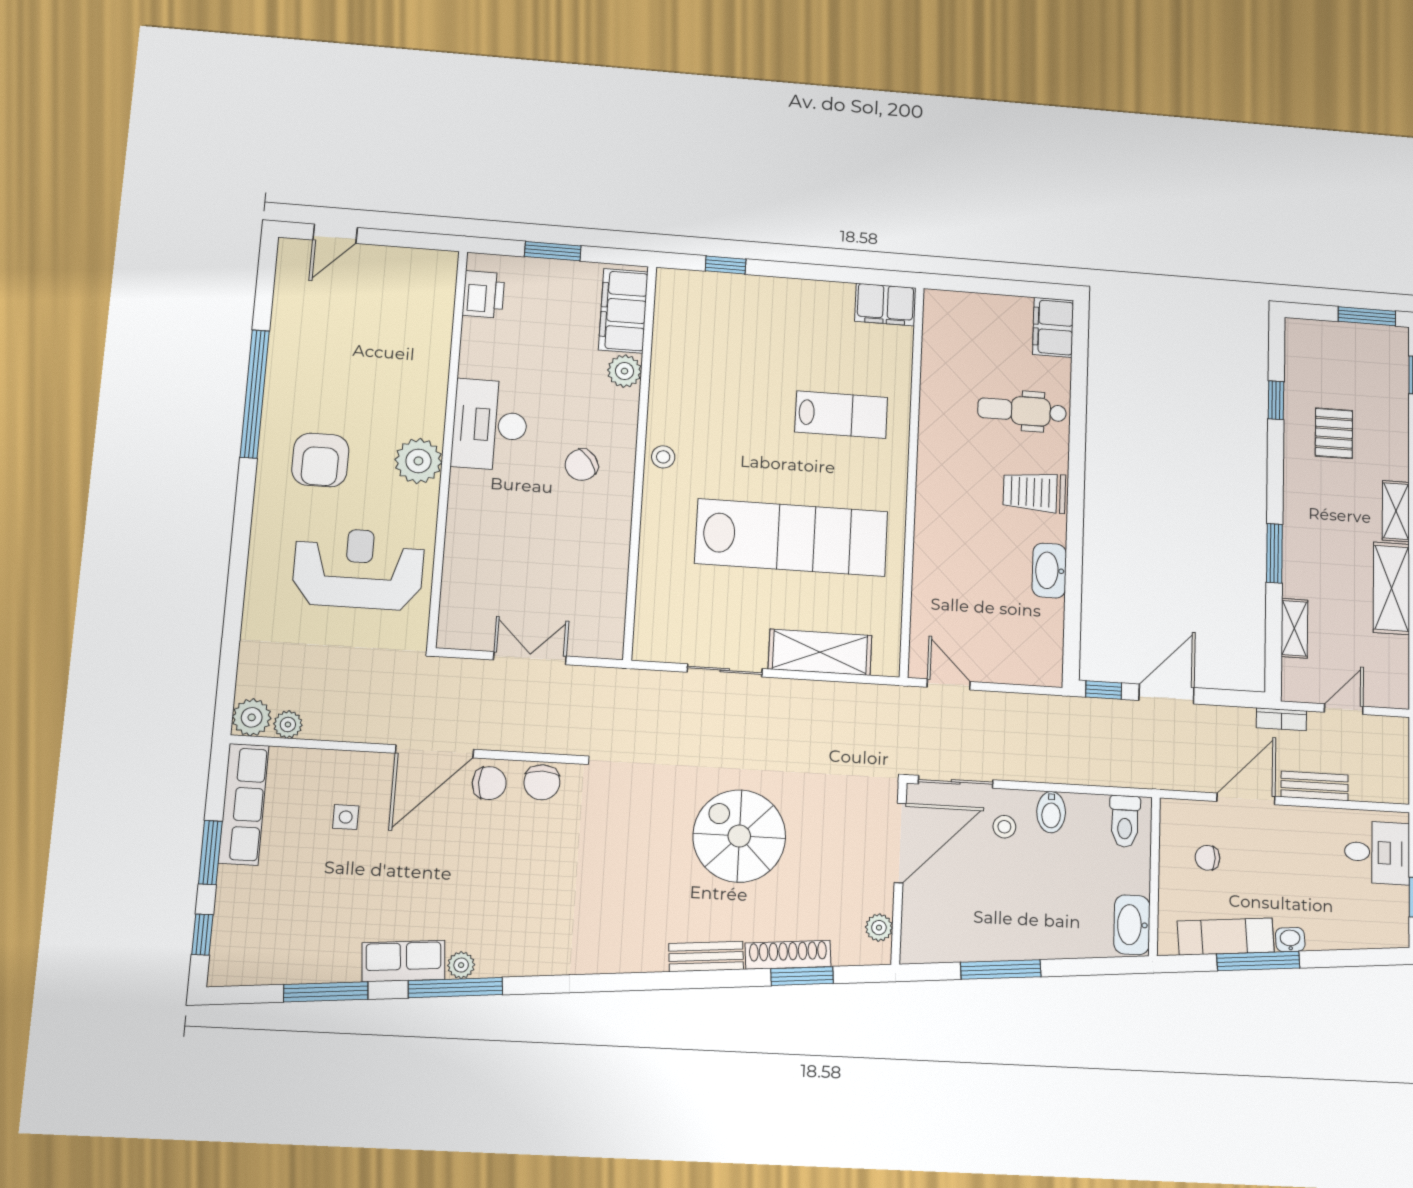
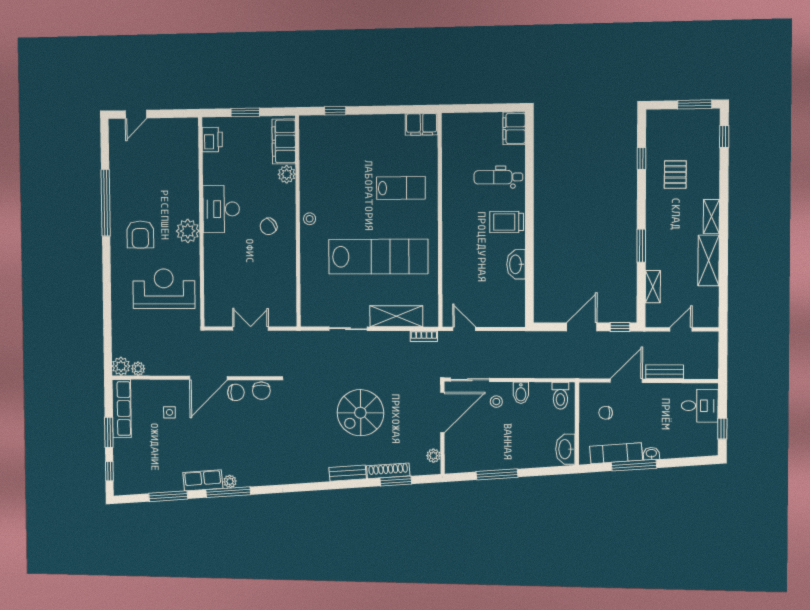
window: (1104, 690) -> (620, 327), moved
bookcase: (1281, 719) -> (424, 336), moved
spiral stairs: (739, 836) -> (360, 413), turned -90

